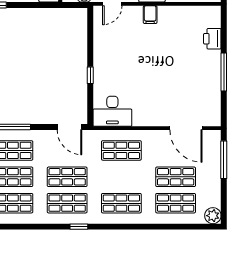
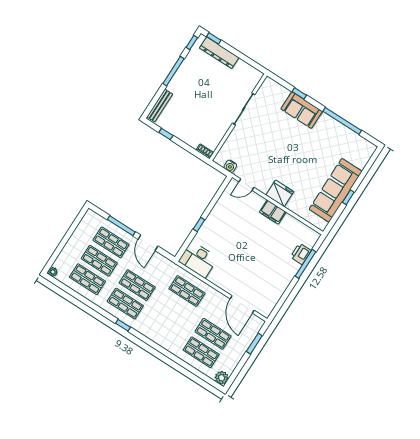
filing cabinet: (150, 15) -> (273, 212), width x2.00
window: (224, 72) -> (306, 264), moved
door: (69, 127) -> (148, 243), moved
window: (224, 160) -> (254, 344), width x0.69
shop shelf: (121, 203) -> (163, 328), removed

